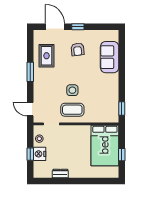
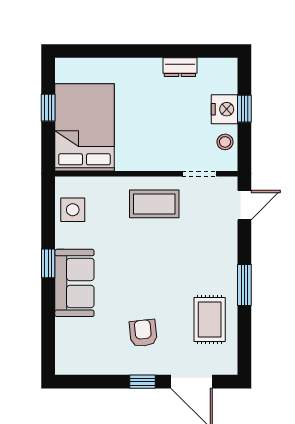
sofa: (110, 57) -> (74, 283), moved
side table: (72, 90) -> (73, 210), moved
door: (30, 109) -> (244, 205), hinge flipped
window: (122, 109) -> (48, 263), moved

